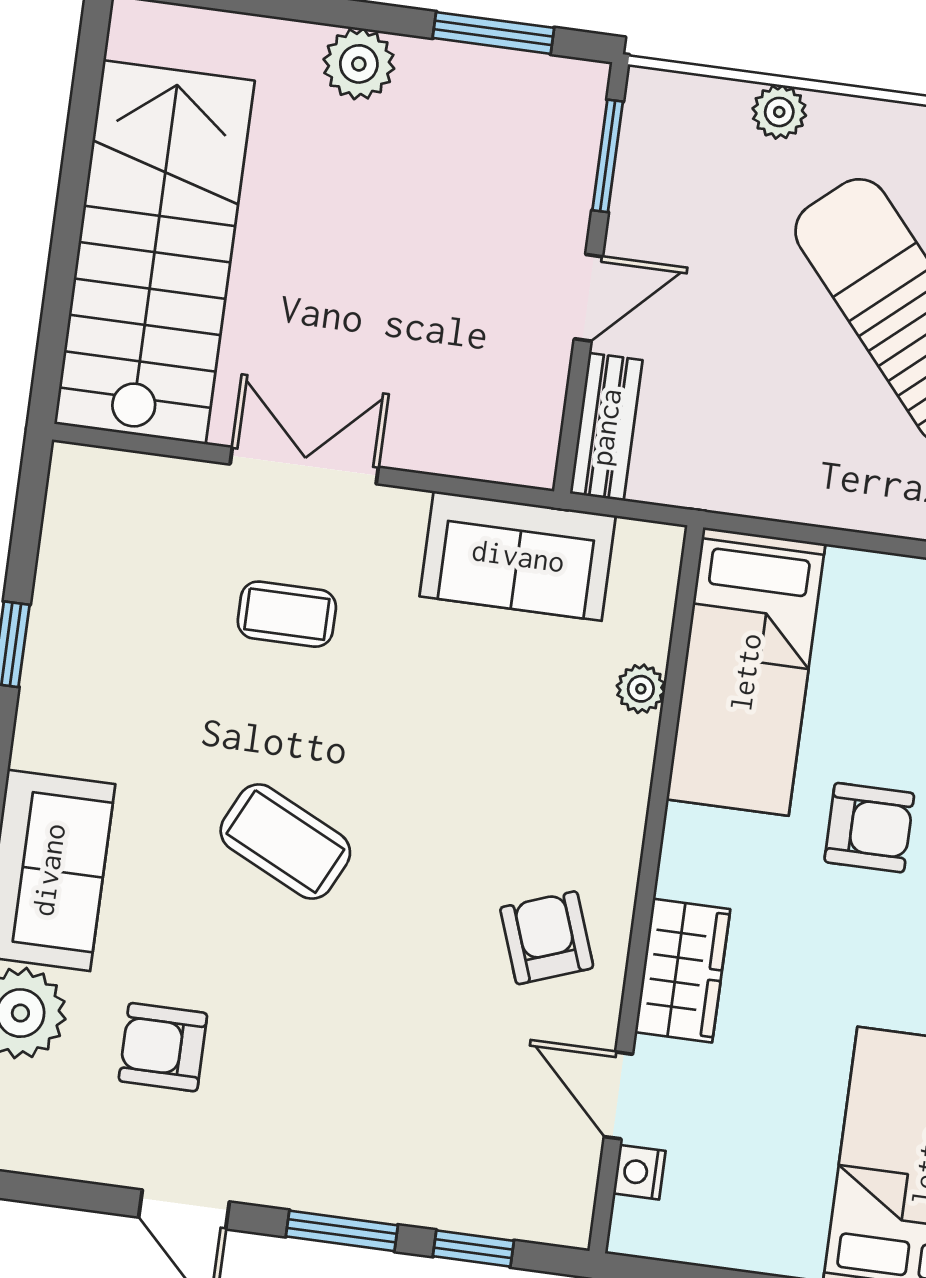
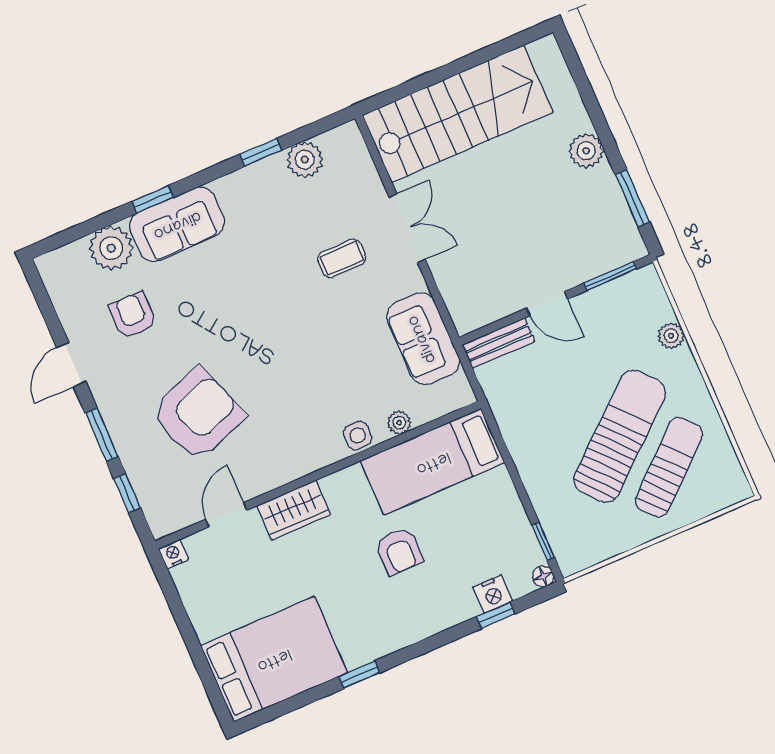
plant: (71, 574) -> (305, 160), added
coffee table: (287, 614) -> (342, 258), turned 90
side table: (619, 777) -> (358, 436), added
coffee table: (285, 842) -> (248, 314), removed
armchair: (547, 938) -> (198, 414), moved, width x1.88, depth x1.88
nightstand: (639, 1172) -> (173, 554), moved

